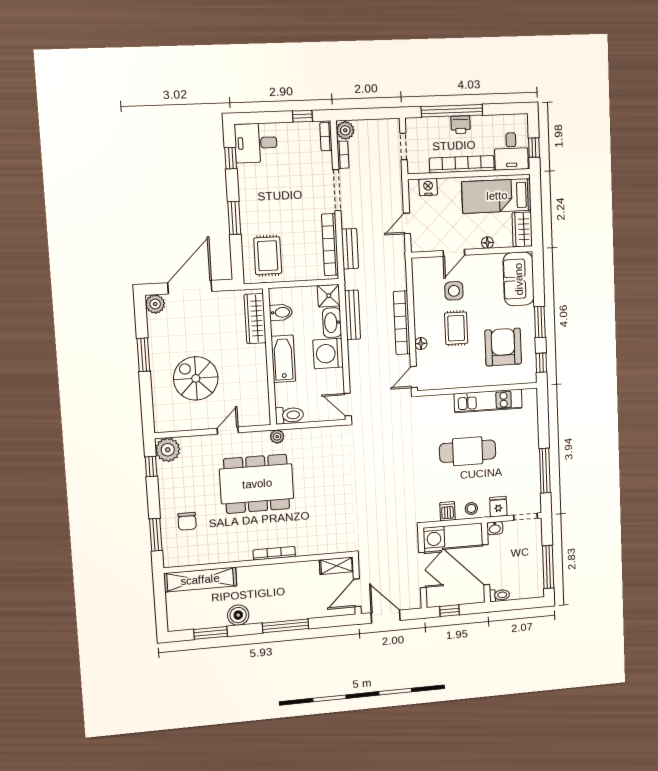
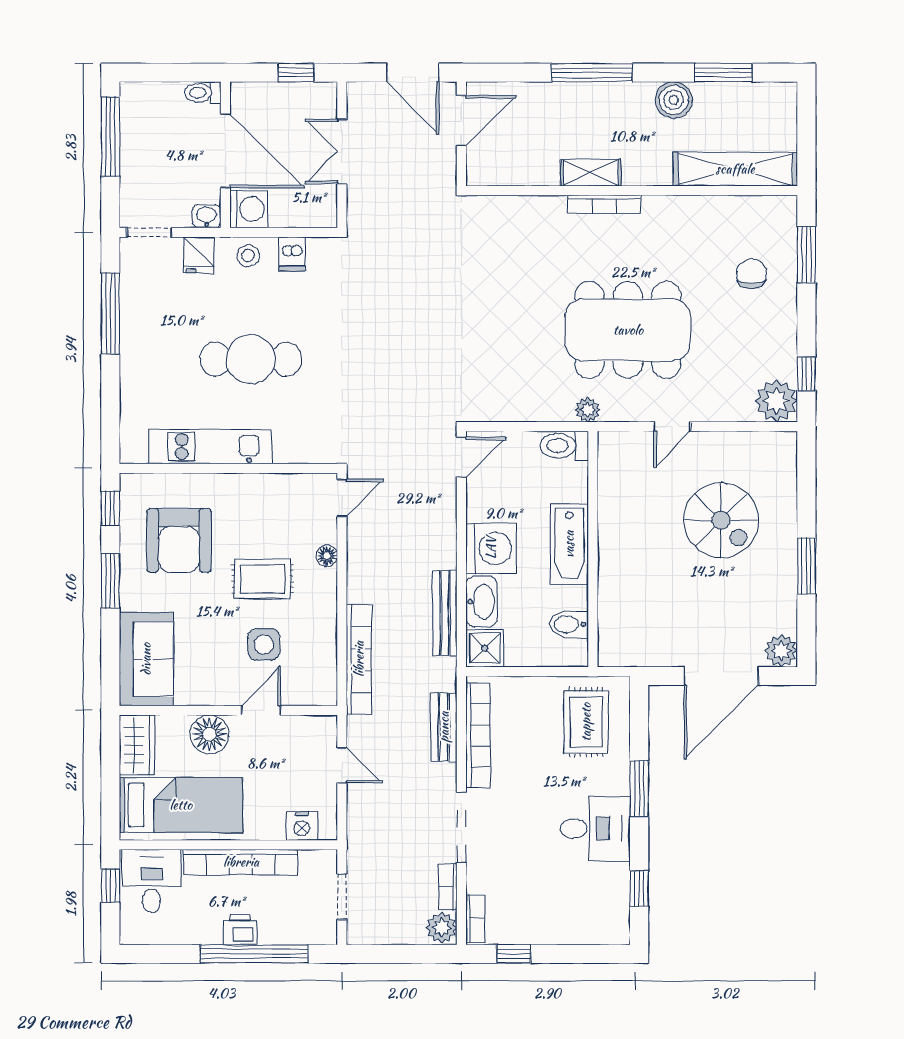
desk: (256, 143) -> (595, 829), moved
door: (407, 223) -> (342, 765), hinge flipped
floor lamp: (487, 243) -> (210, 734), width x1.89, depth x1.89
wardrobe: (255, 319) -> (614, 616), removed
bookcase: (402, 323) -> (359, 659), moved
rug: (456, 328) -> (263, 579), turned 90
door: (348, 405) -> (461, 457), hinge flipped
washing machine: (434, 537) -> (249, 209), moved, turned 90
shelving: (337, 566) -> (591, 173), moved

